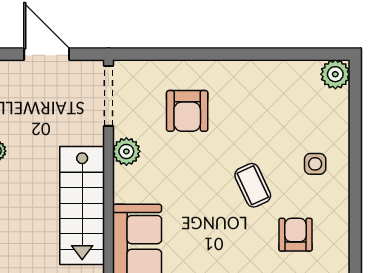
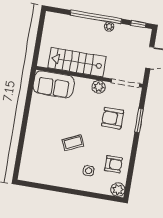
window: (182, 54) -> (139, 120), added
side table: (315, 164) -> (88, 171), moved
armchair: (295, 235) -> (113, 164), moved

